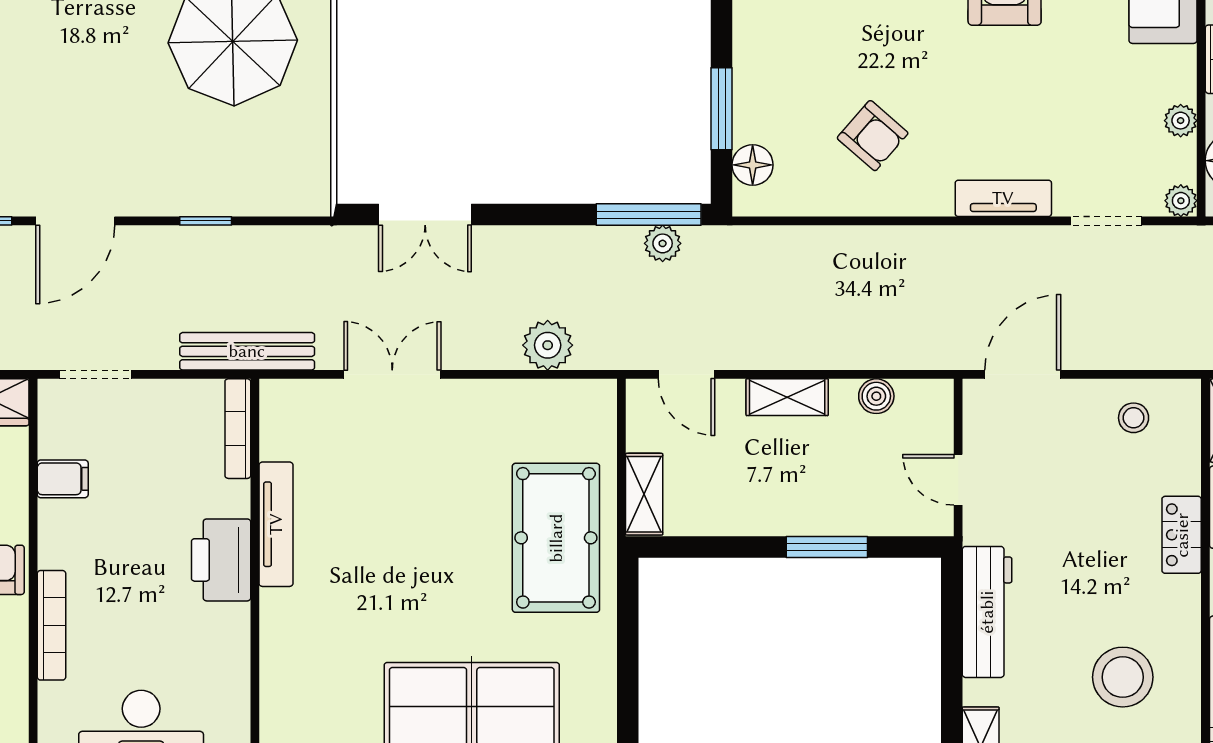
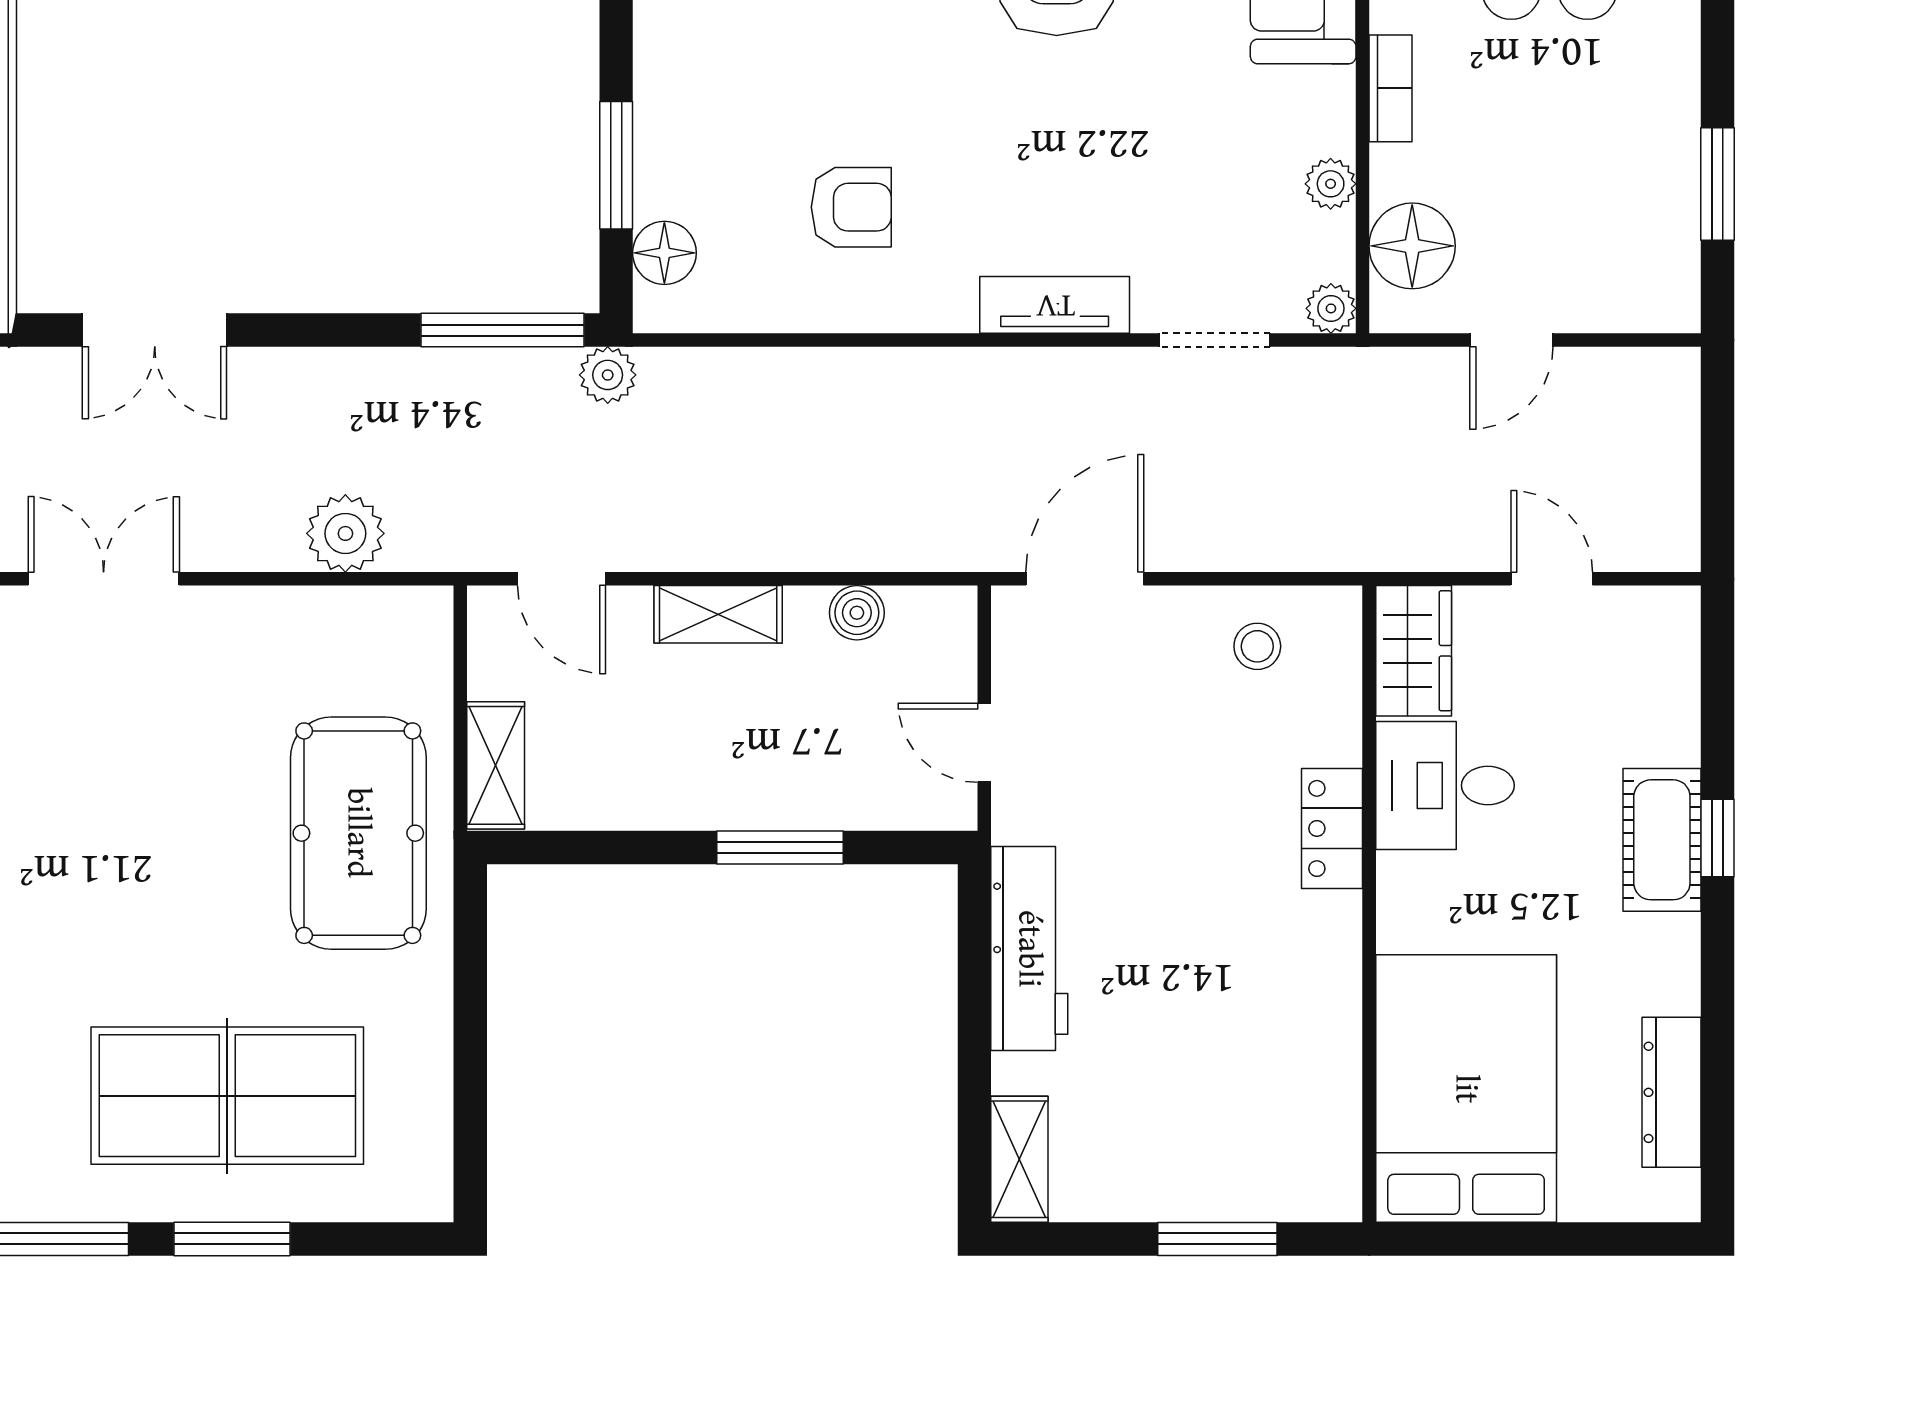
armchair: (873, 136) -> (851, 207), turned -41
plant: (663, 243) -> (608, 375), moved
stool: (1123, 677) -> (1240, 1050), removed

